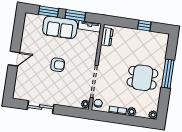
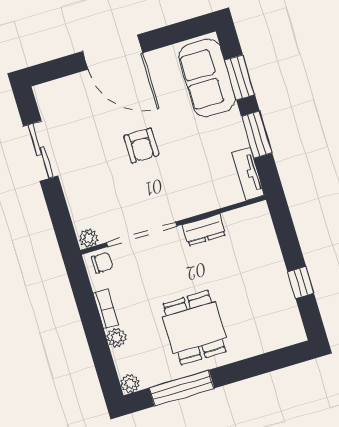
sofa: (60, 27) -> (207, 78), moved
dresser: (107, 37) -> (204, 230), moved
door: (14, 59) -> (113, 52), width x1.87
window: (168, 74) -> (182, 388), moved

